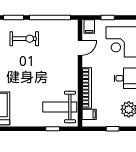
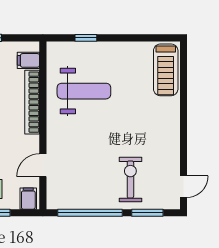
exercise bike: (24, 39) -> (130, 180), turned 90
weight bench: (60, 107) -> (84, 91), moved

